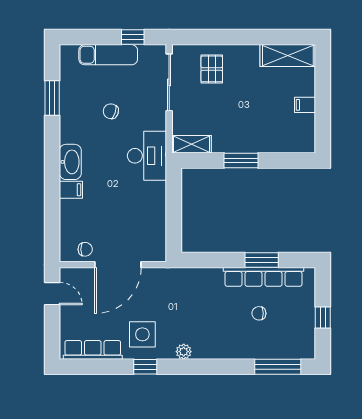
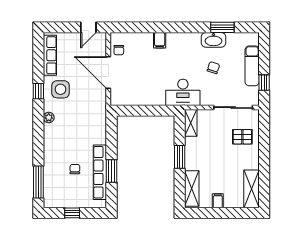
shelving: (287, 143) -> (192, 188), added
washbasin: (70, 162) -> (213, 40), moved

